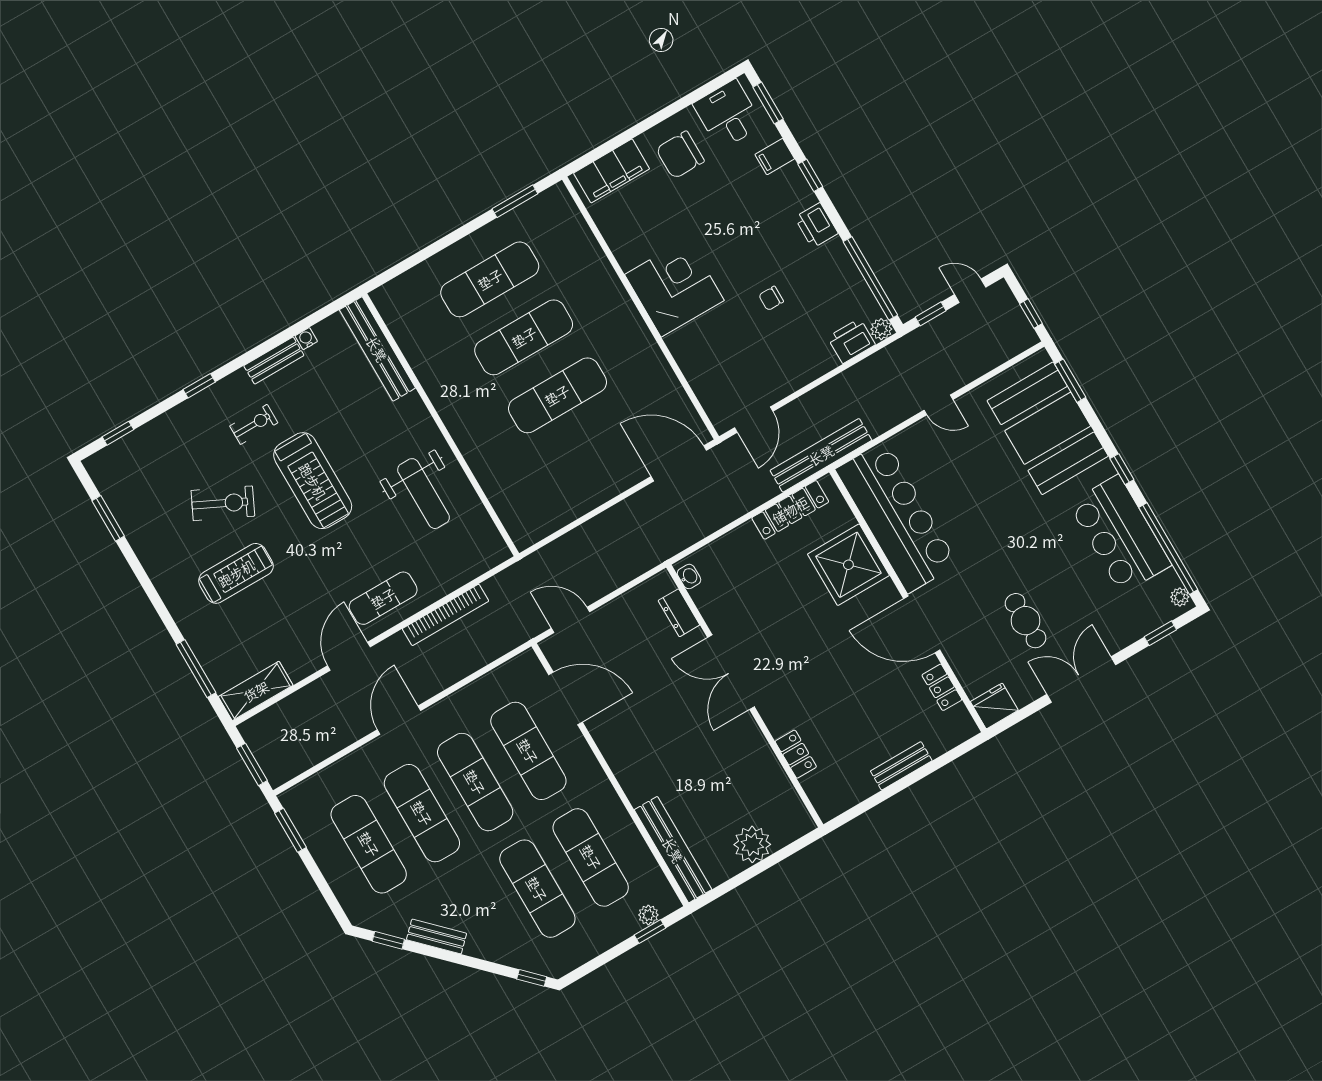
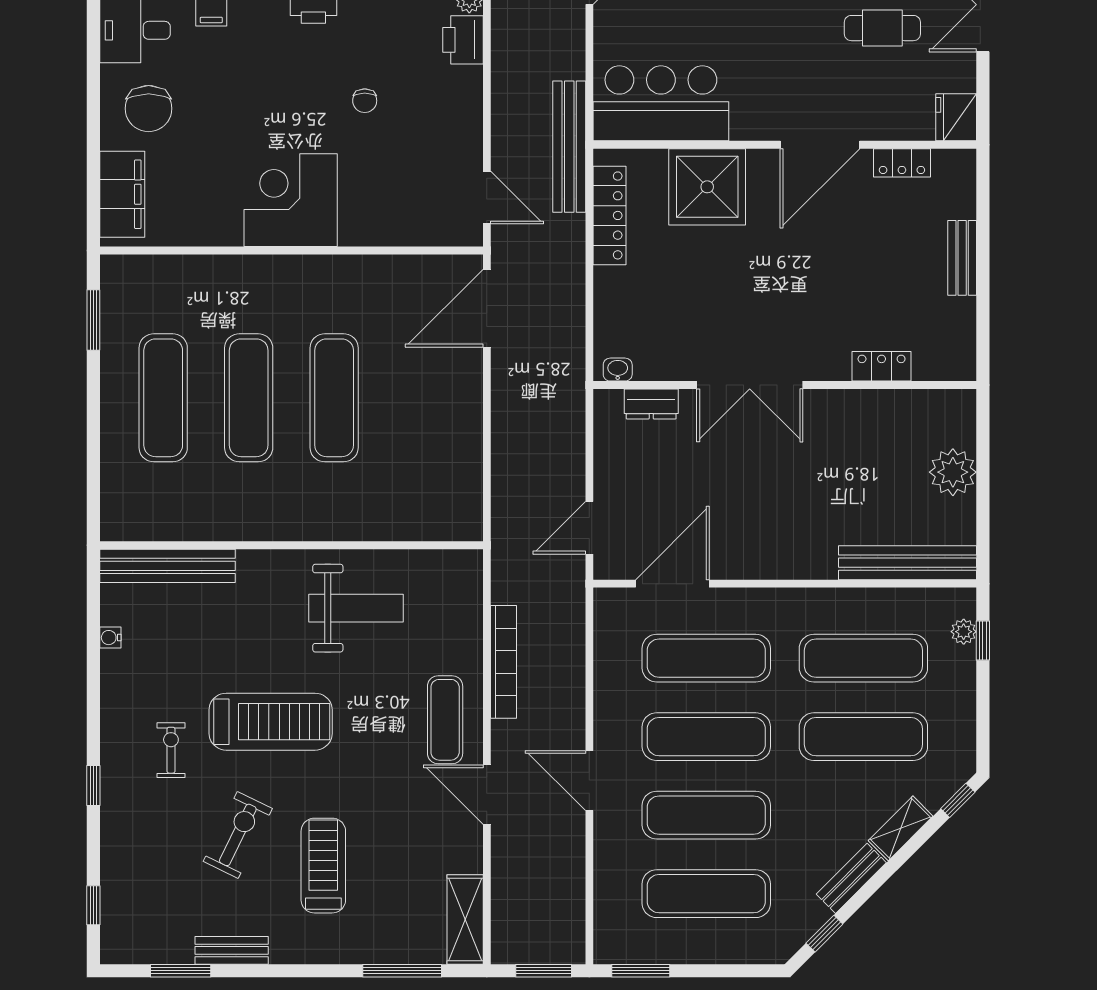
bench: (274, 361) -> (232, 950), moved, turned 90
bar counter: (897, 517) -> (661, 103), width x0.73
shelving: (490, 950) -> (901, 828), added

